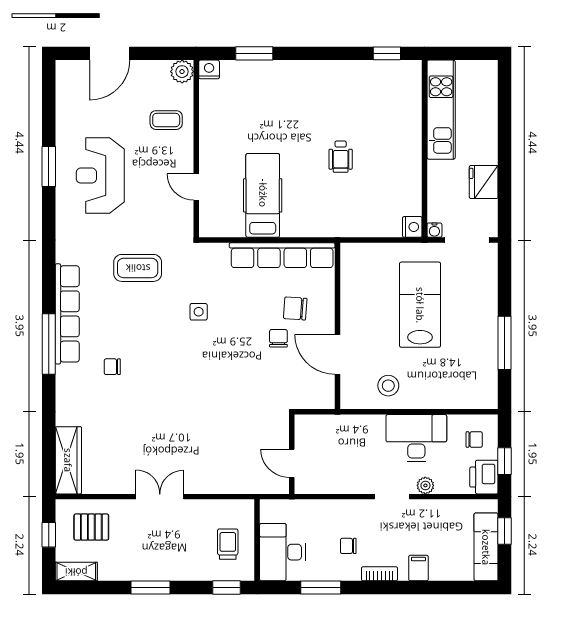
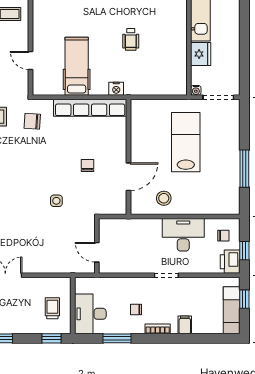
fridge: (484, 182) -> (201, 54), moved, turned 180
nightstand: (412, 227) -> (116, 89), moved, turned 90
chair: (295, 308) -> (32, 121), moved
side table: (199, 312) -> (56, 201), moved
door: (338, 354) -> (129, 177), swing flipped
plant: (425, 485) -> (190, 268), removed

